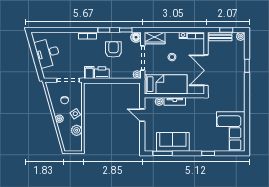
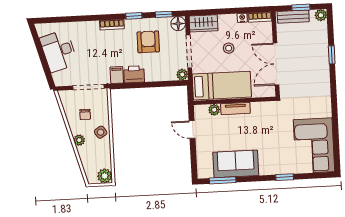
plant: (77, 130) -> (105, 176), moved

